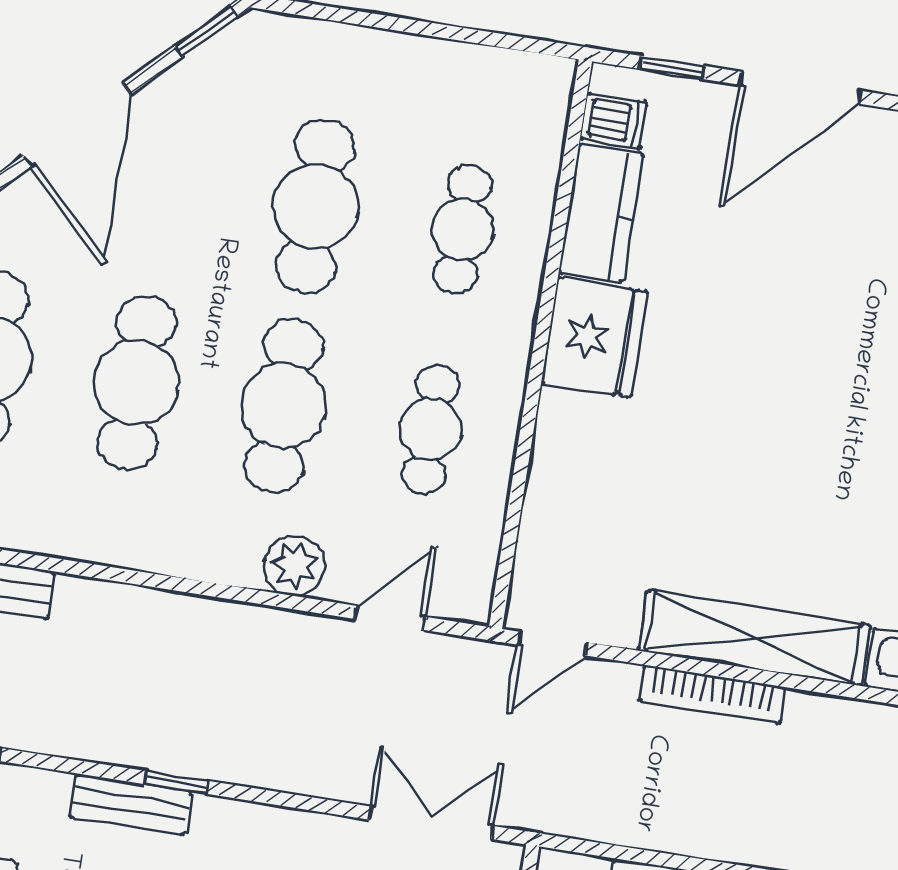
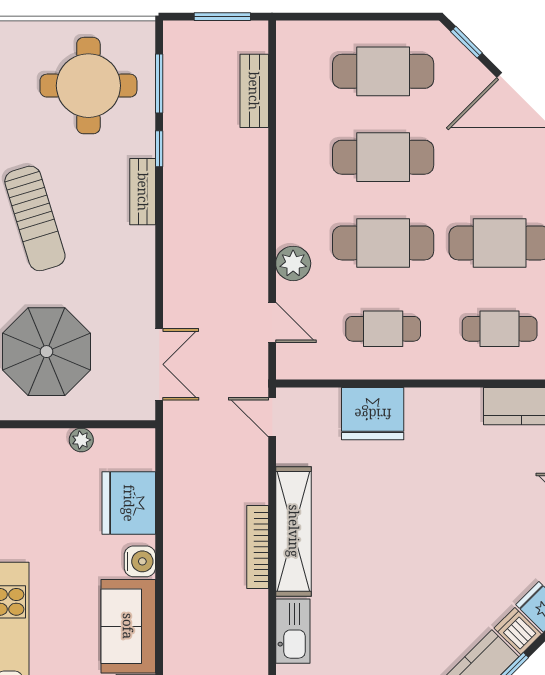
fridge: (594, 337) -> (373, 414), moved
bookcase: (712, 694) -> (258, 547), moved
window: (176, 782) -> (159, 149), moved

